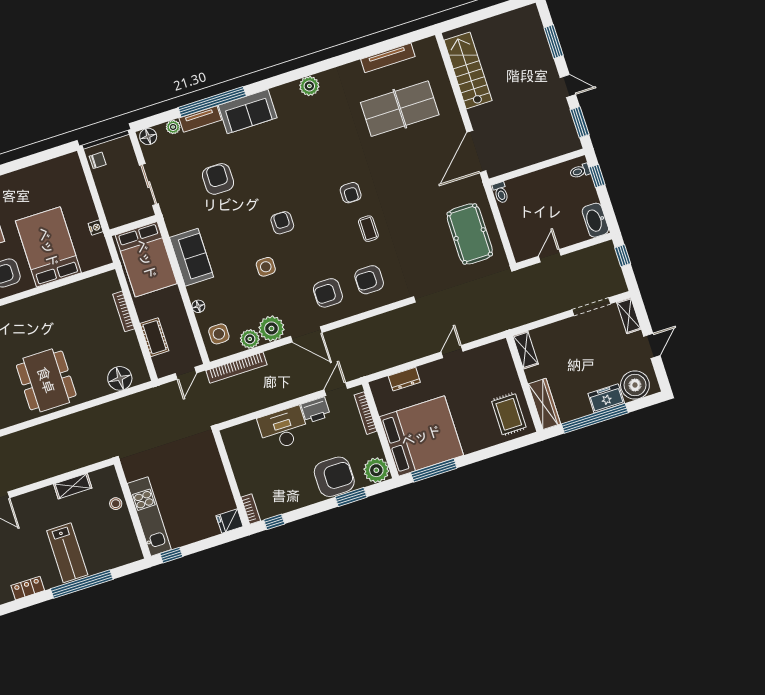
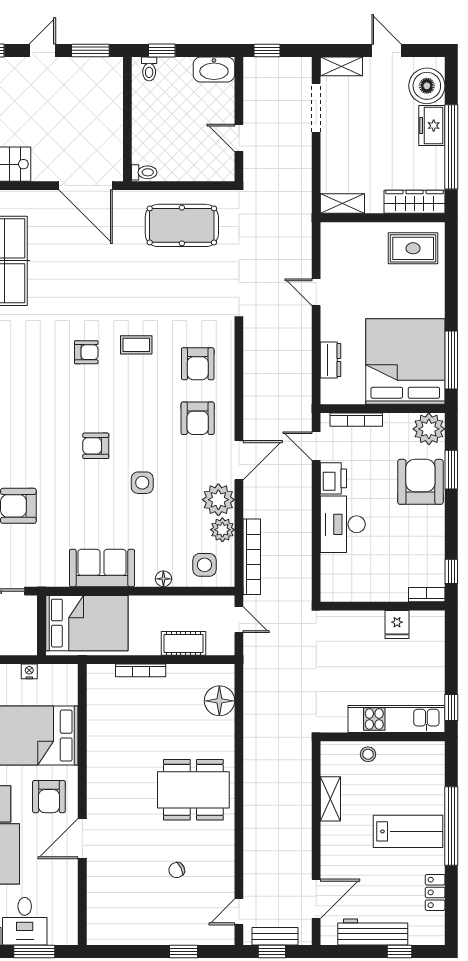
fridge: (230, 521) -> (397, 624), moved

